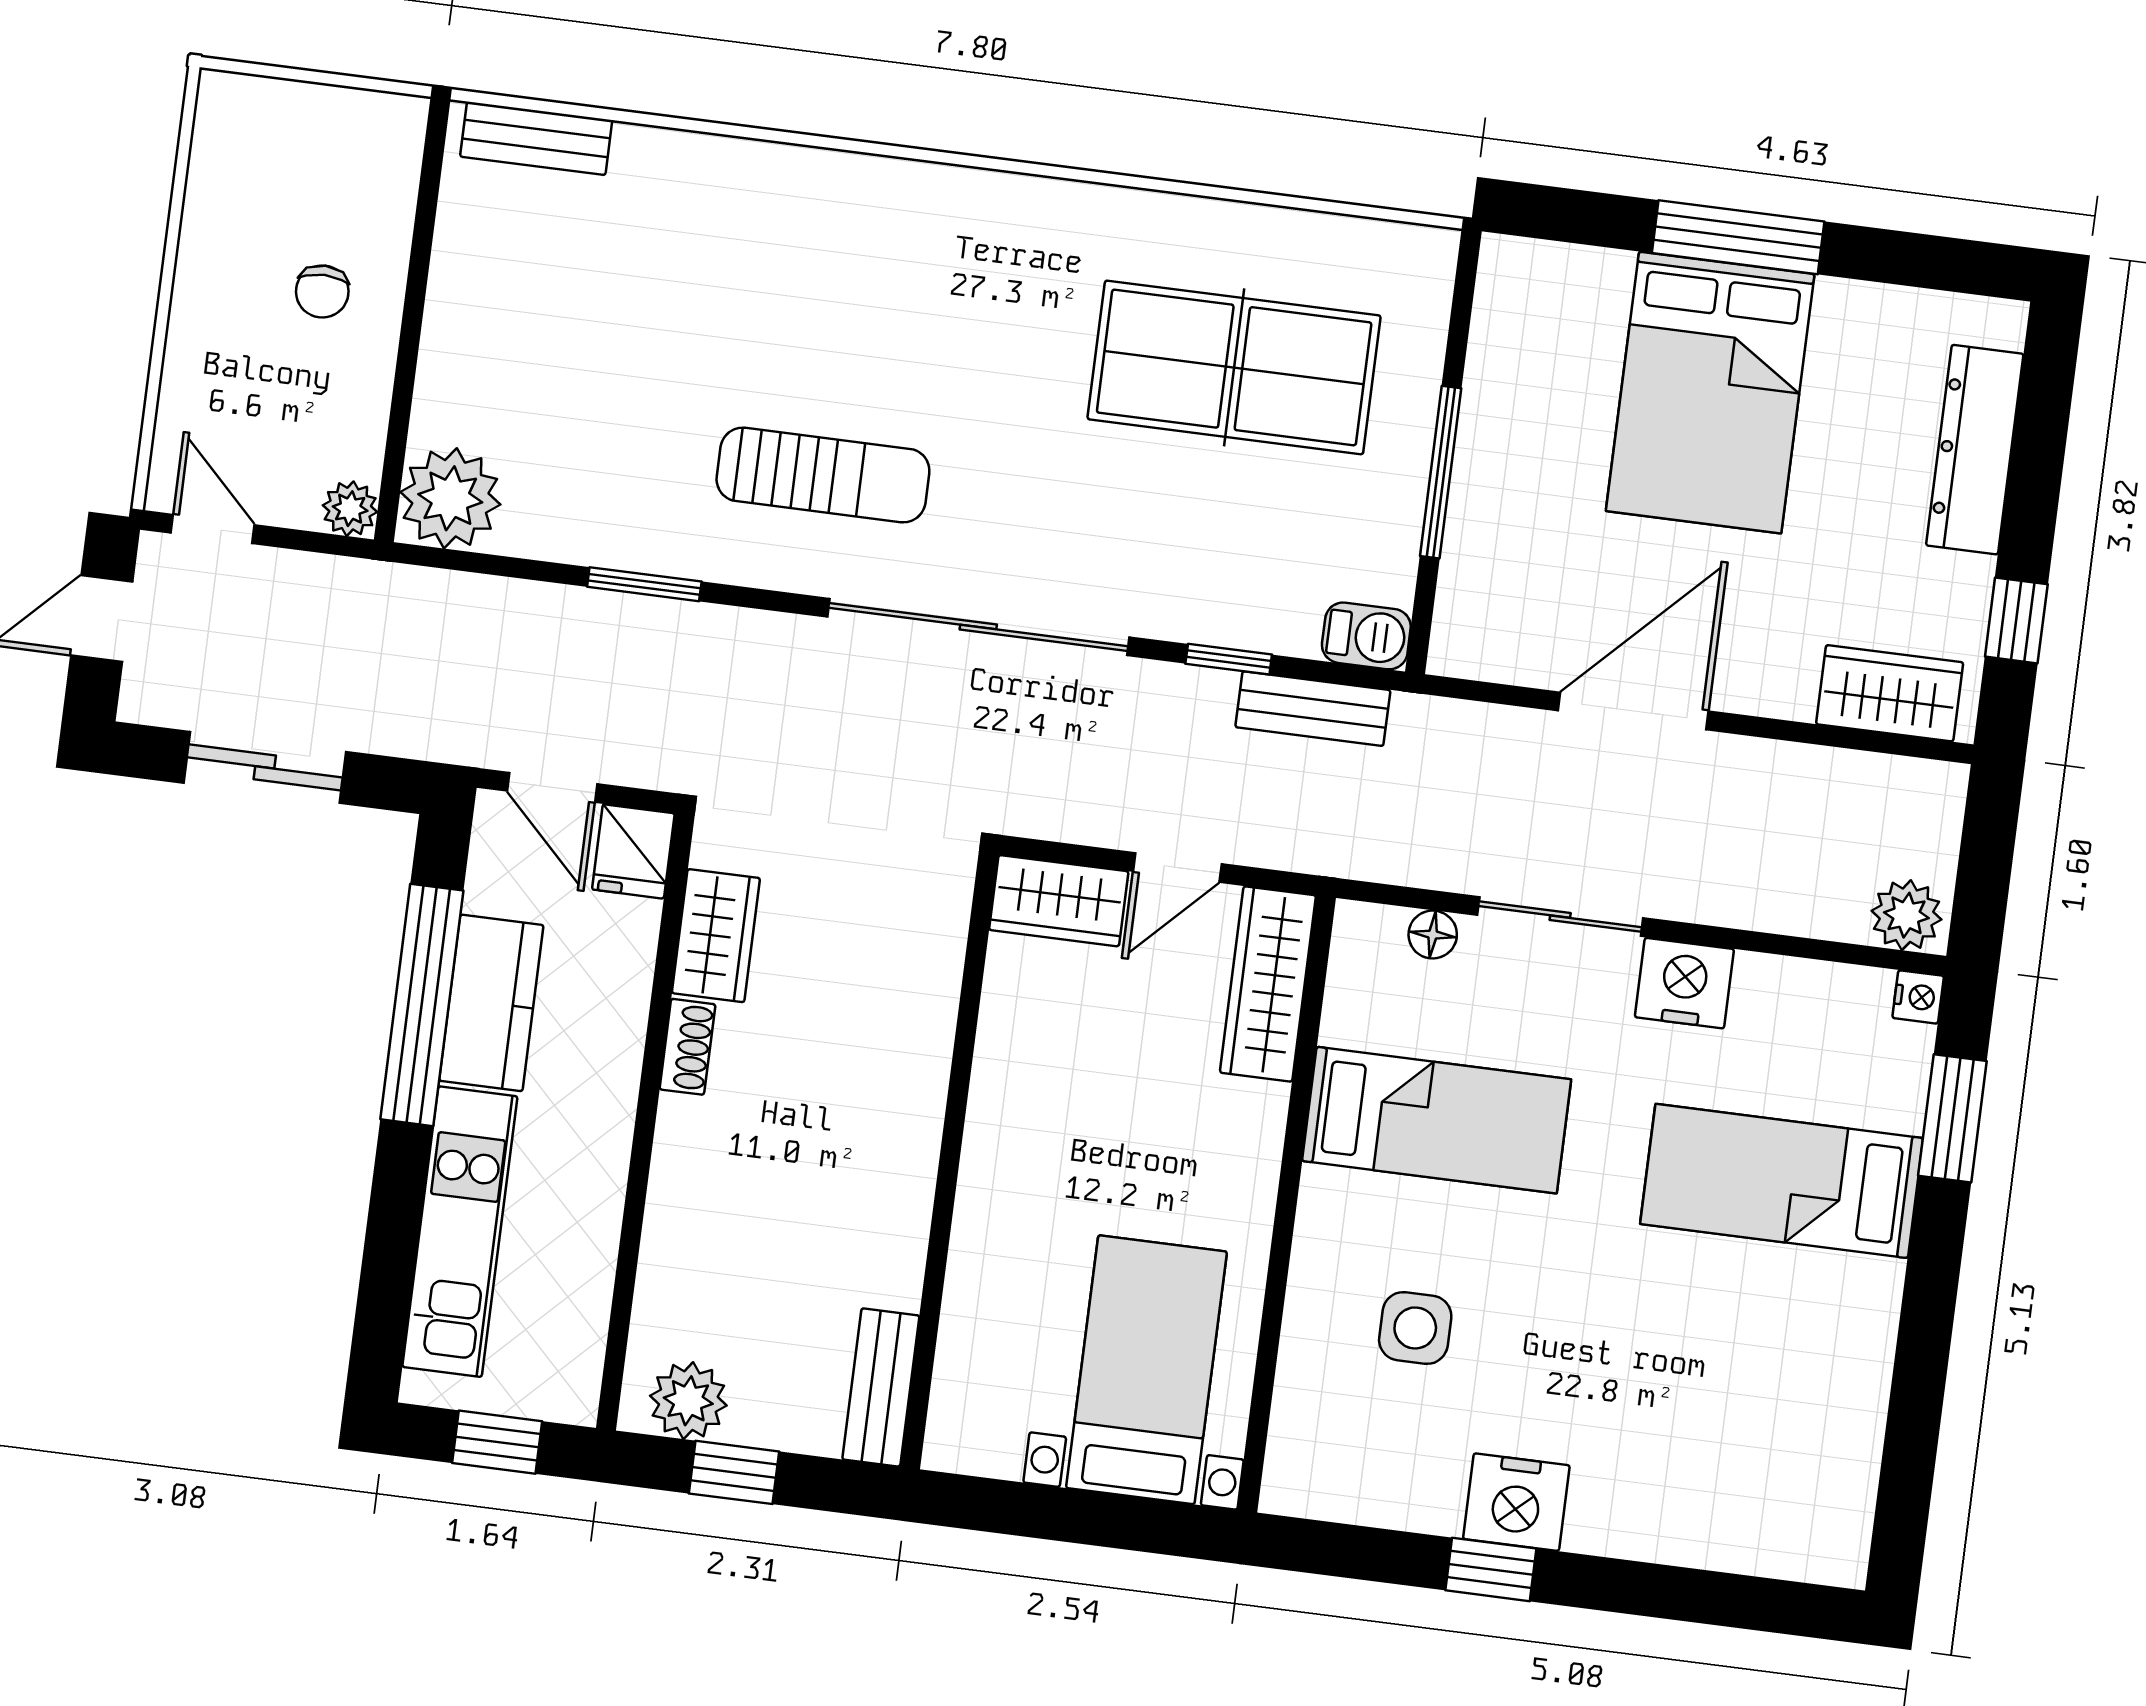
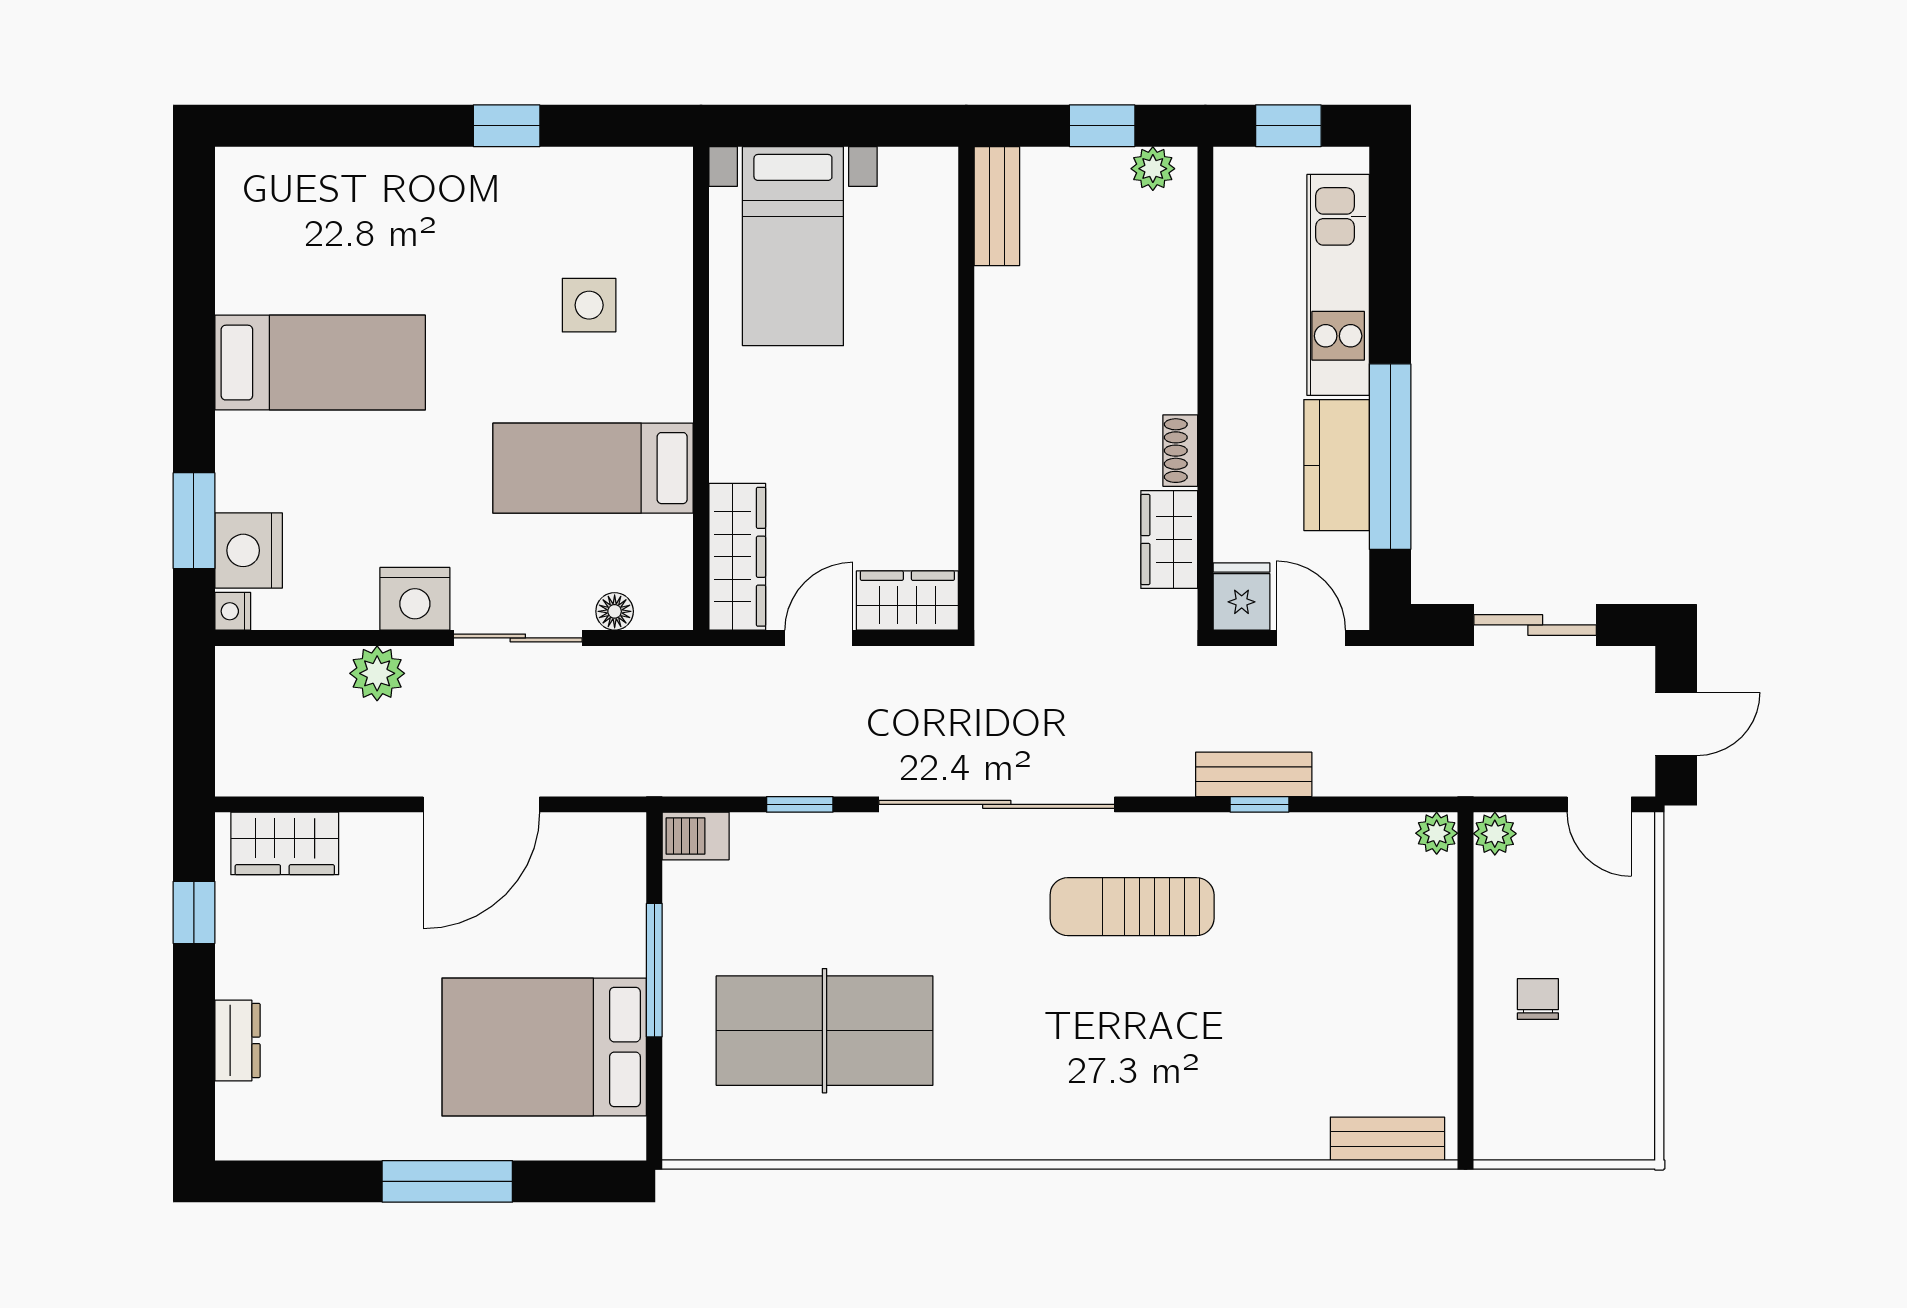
bed: (1710, 393) -> (544, 1047), moved, turned -90
dresser: (1975, 450) -> (237, 1040), width x0.51, depth x0.80
plant: (450, 498) -> (1437, 833), width x0.53, depth x0.53
window: (644, 584) -> (1260, 804), width x0.67
bench: (1313, 709) -> (1254, 774), moved
plant: (1906, 915) -> (377, 673), moved
bed: (1782, 1181) -> (320, 363), moved
plant: (688, 1401) -> (1153, 169), width x0.73, depth x0.73
nightstand: (1516, 1502) -> (249, 550), moved, turned -90

